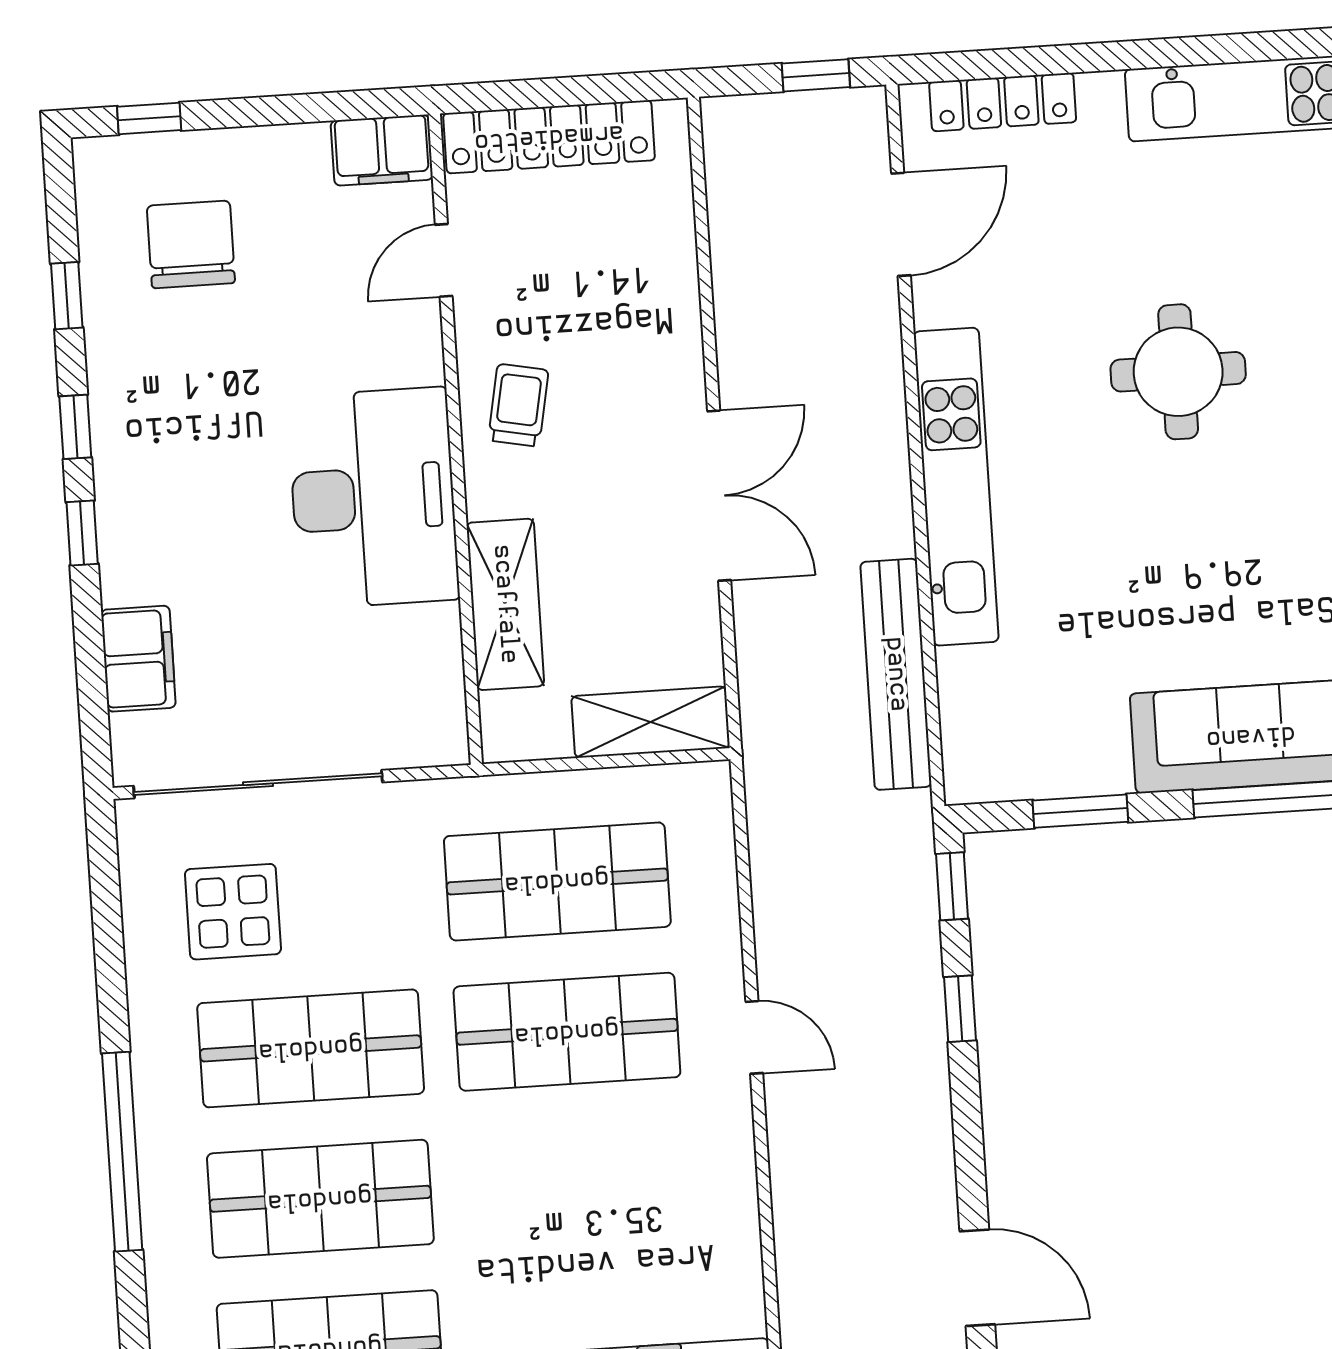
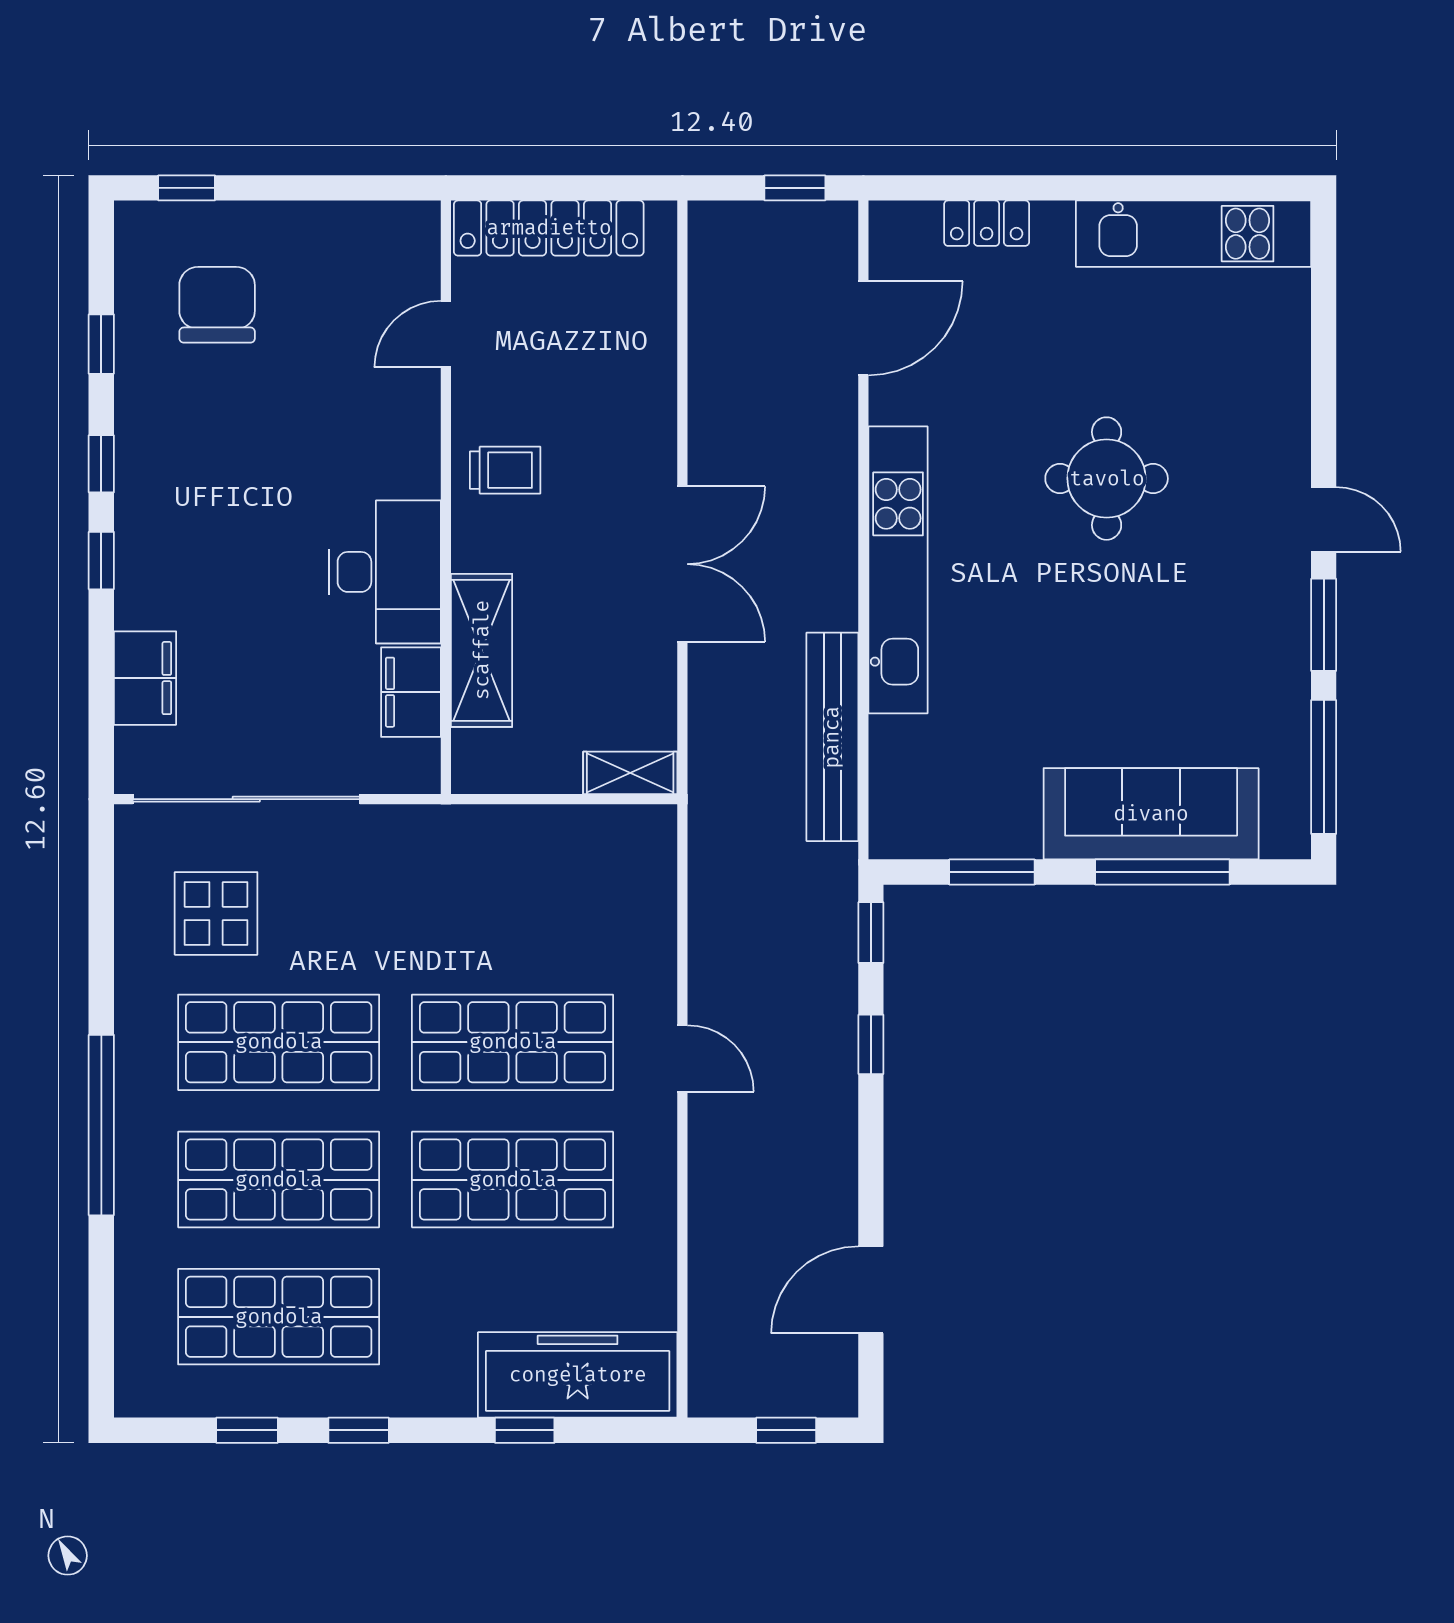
locker: (1003, 102) -> (987, 223), width x0.66
filing cabinet: (382, 150) -> (411, 692), moved, turned 90
trolley: (518, 405) -> (505, 470), turned 79
desk: (373, 498) -> (385, 572), width x0.73, depth x0.77
shelving: (651, 722) -> (630, 773), width x0.67, depth x0.75
shop shelf: (557, 881) -> (513, 1180), moved
door: (977, 1278) -> (871, 1290), swing flipped

